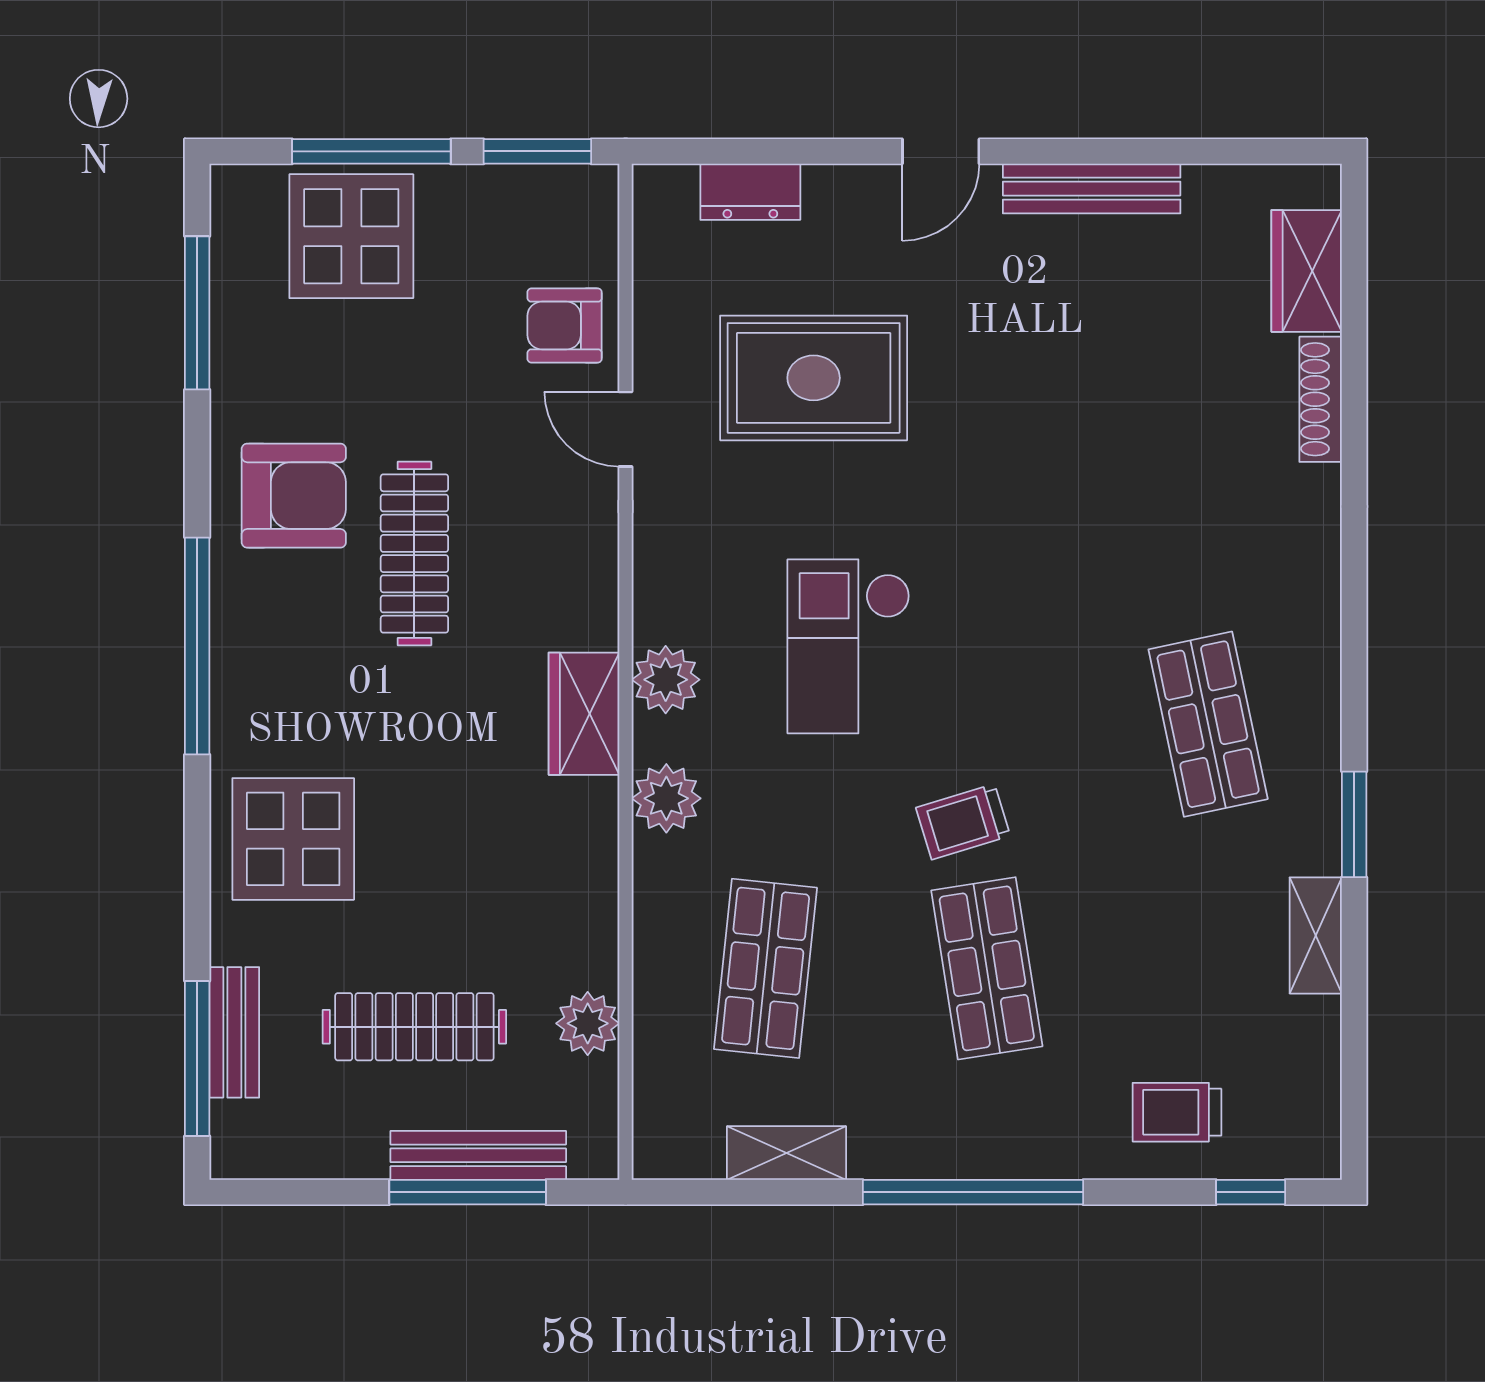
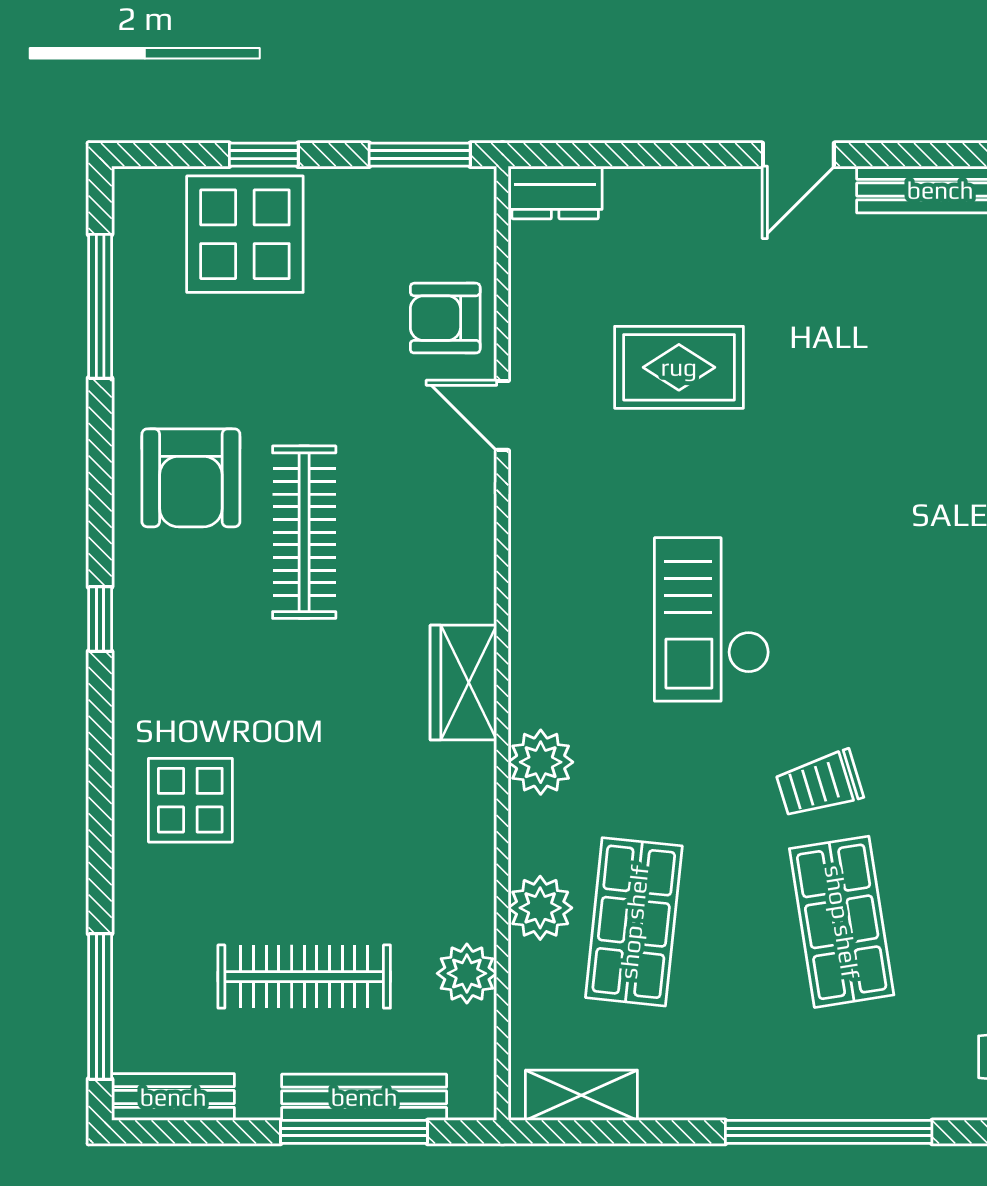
window: (371, 151) -> (264, 155), width x0.46
dresser: (750, 192) -> (555, 193), moved
rug: (814, 378) -> (679, 367), width x0.73, depth x0.70
armchair: (294, 496) -> (191, 478), turned 90
window: (197, 646) -> (100, 619), width x0.32
plant: (666, 680) -> (540, 908), moved
display table: (293, 839) -> (190, 800), width x0.73, depth x0.73
bench: (234, 1032) -> (173, 1097), moved, turned 90
shelving: (786, 1153) -> (581, 1095), moved

